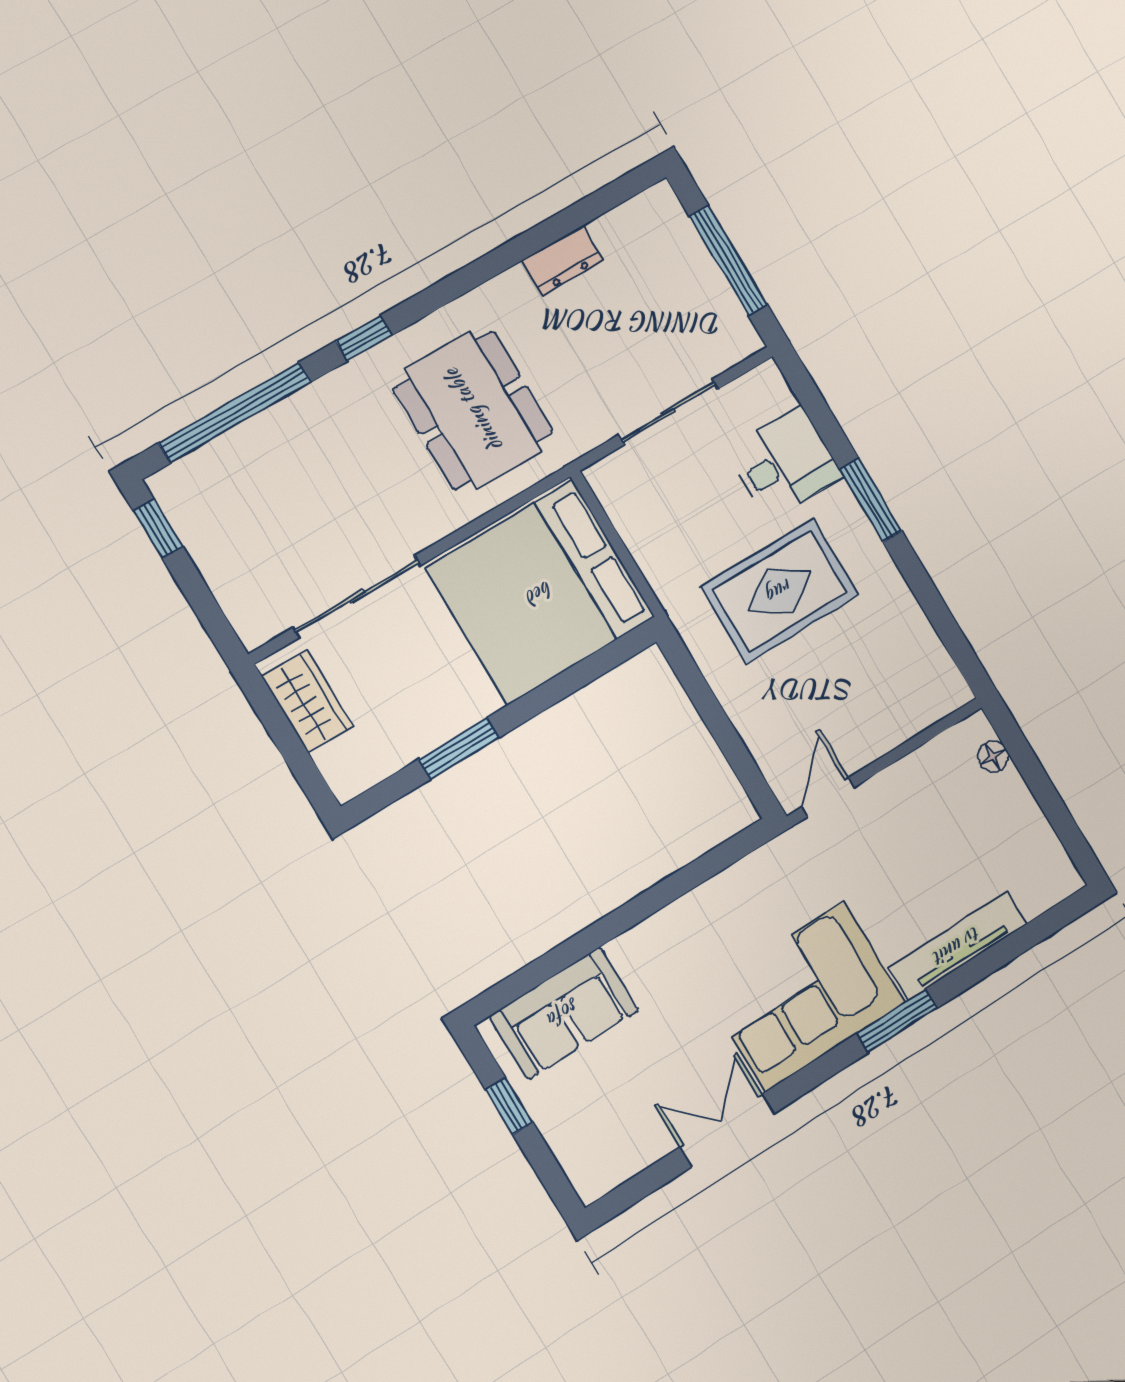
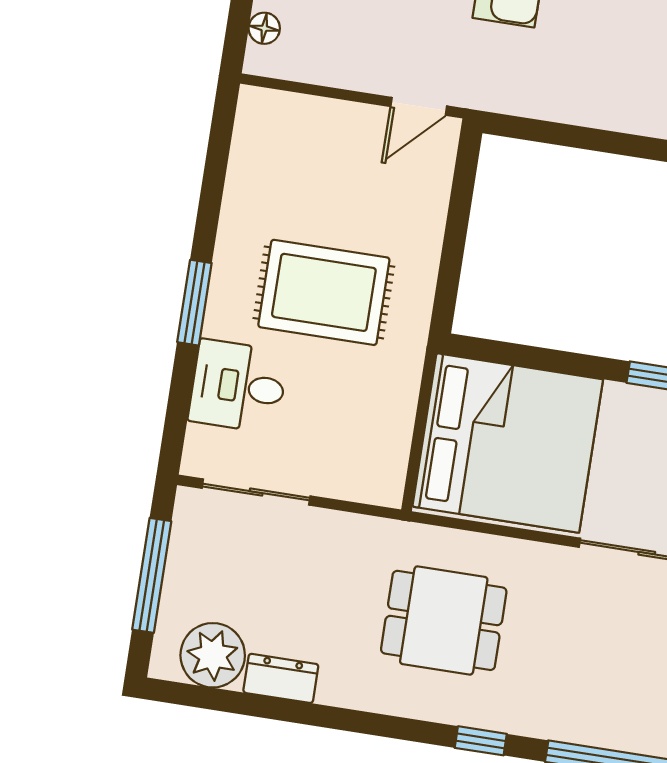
plant: (630, 236) -> (213, 655), added
dining table: (473, 410) -> (444, 620), width x0.73
sliding door: (669, 412) -> (256, 492), moved

